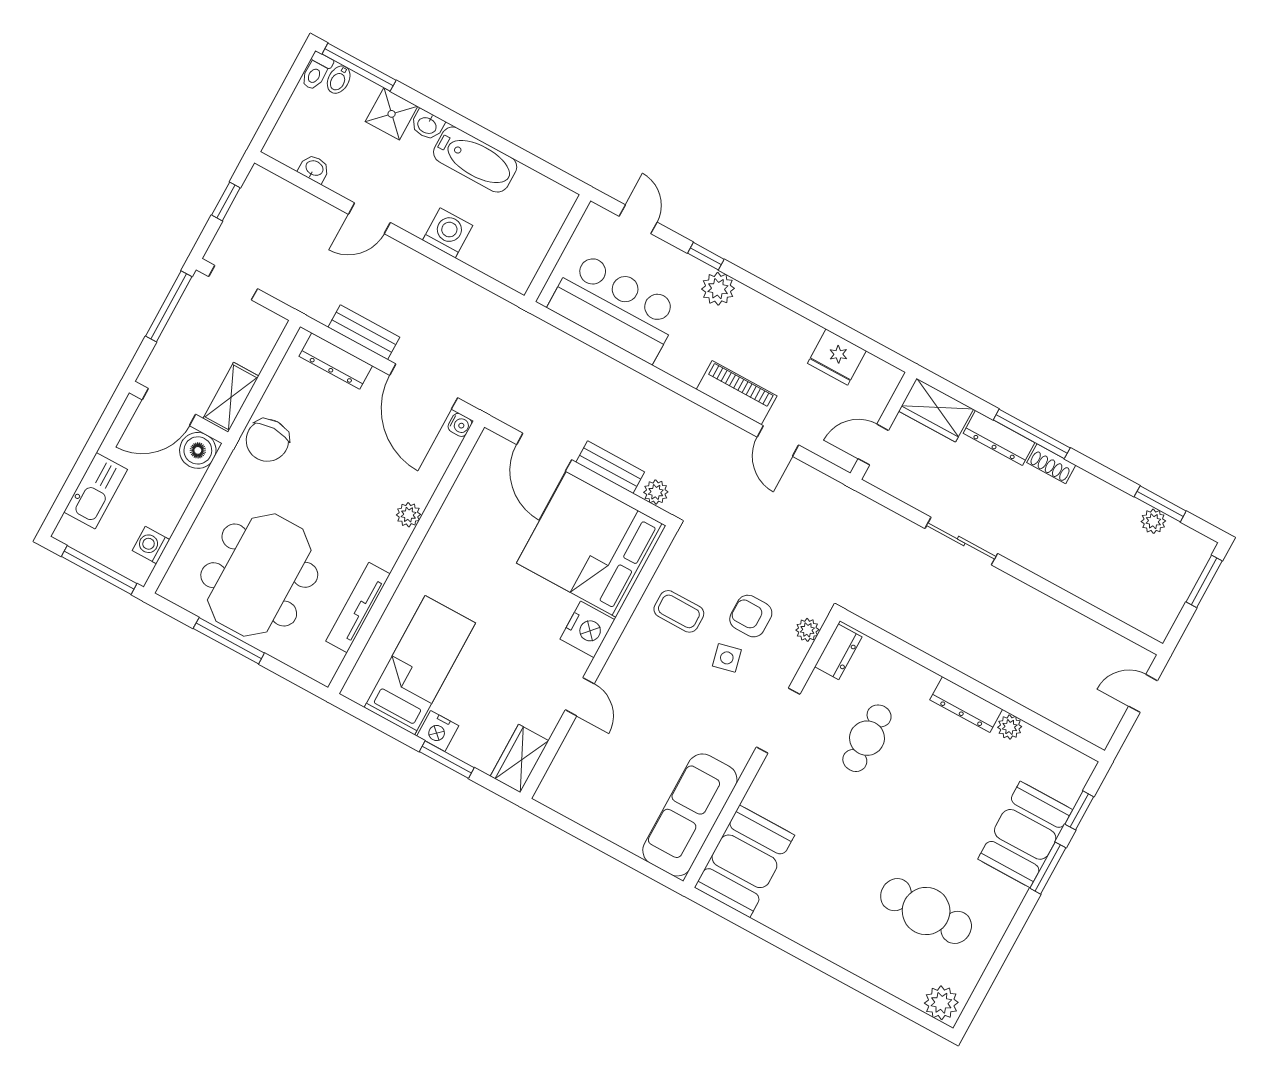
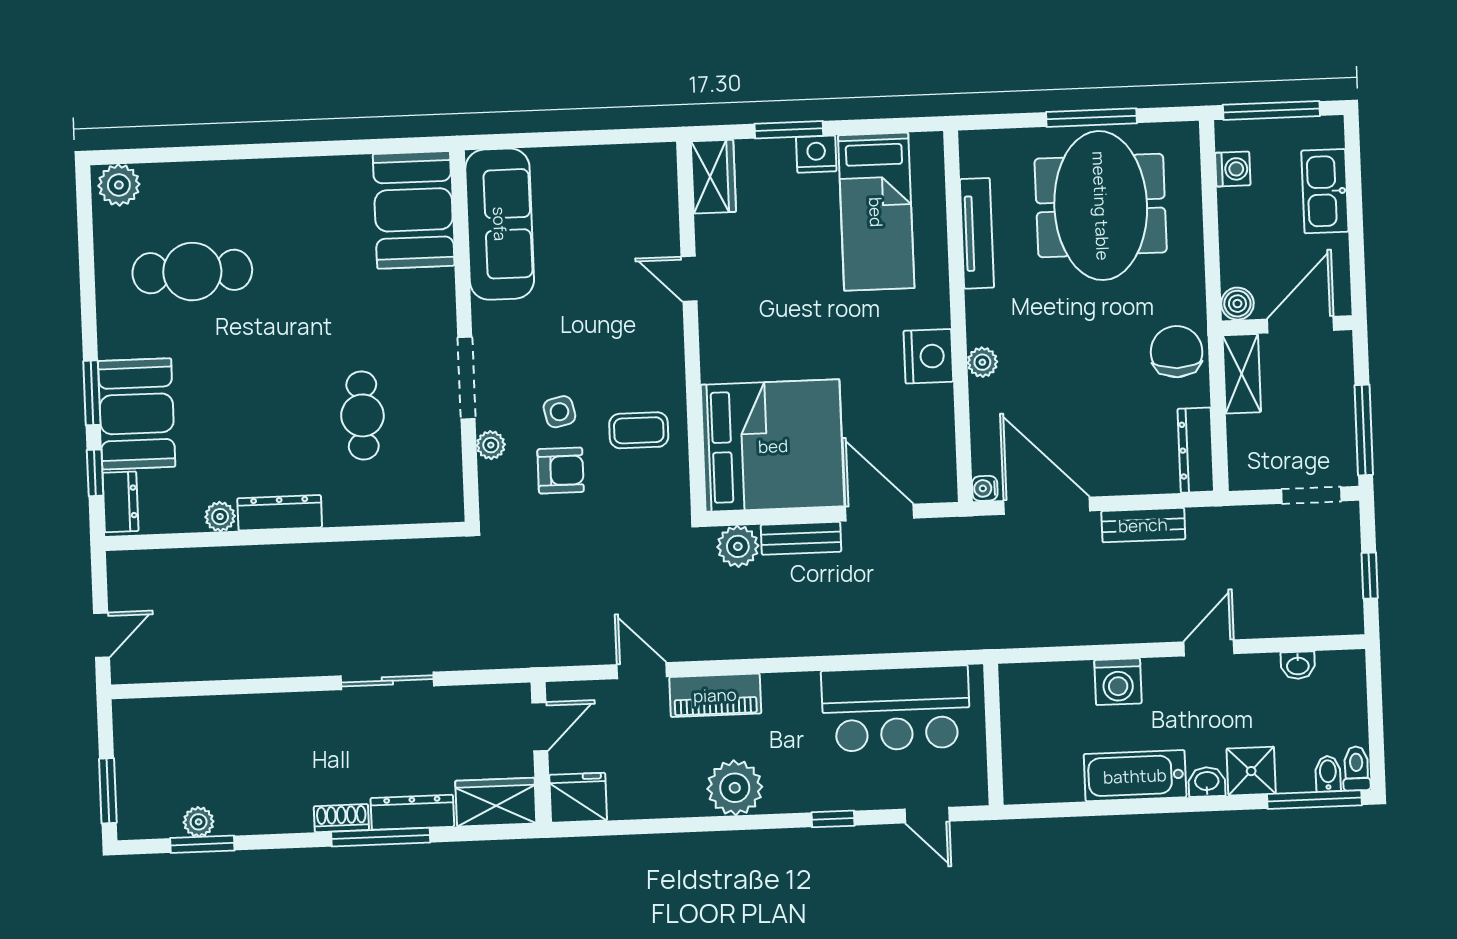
plant: (718, 289) -> (735, 788), moved, width x1.36, depth x1.36
fridge: (837, 357) -> (578, 798), moved
dresser: (336, 361) -> (1196, 450), moved, turned -90
boiler: (198, 450) -> (1237, 304), width x0.73, depth x0.73
plant: (656, 492) -> (738, 546), width x1.38, depth x1.38
nightstand: (587, 629) -> (928, 356), moved, turned 180
plant: (807, 630) -> (491, 445), moved
dresser: (838, 652) -> (120, 502), moved, turned 180

